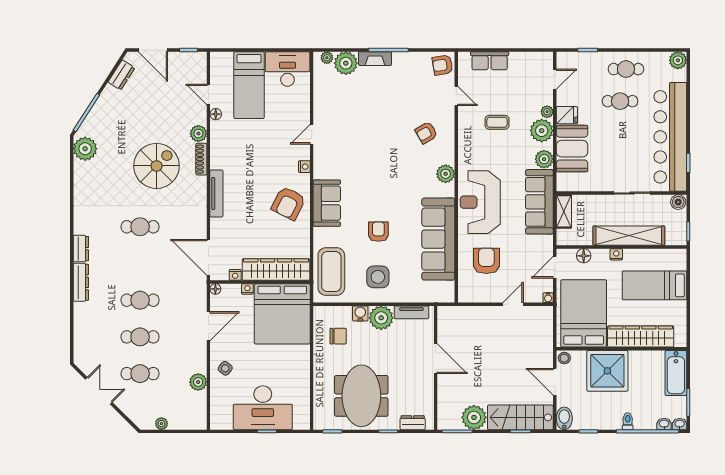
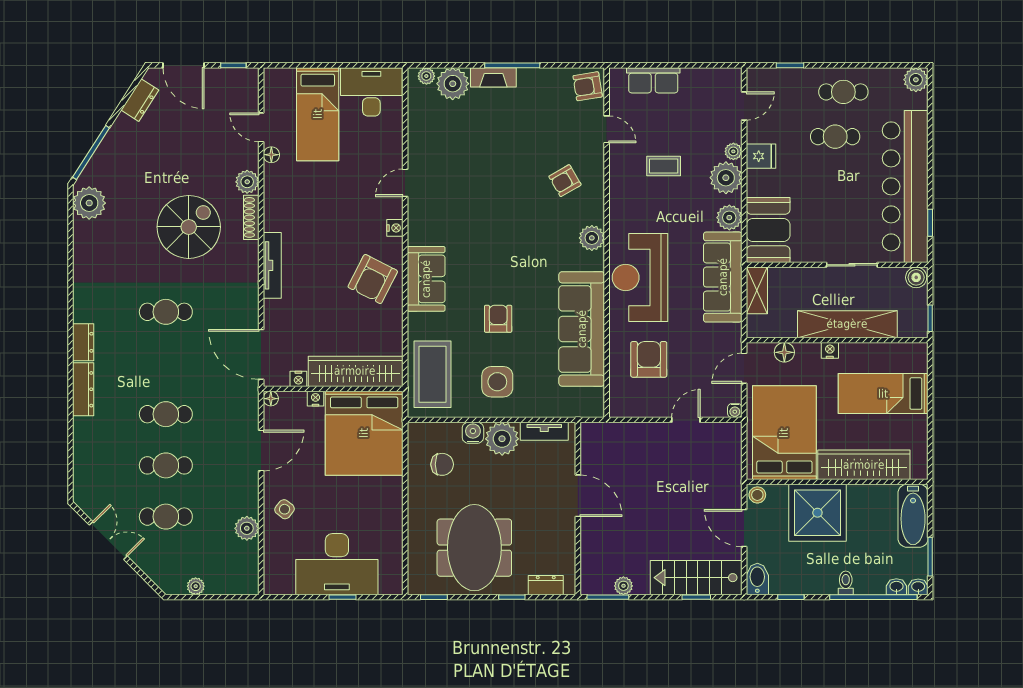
booth: (572, 149) -> (768, 230), moved
plant: (474, 417) -> (623, 586), width x0.53, depth x0.53

